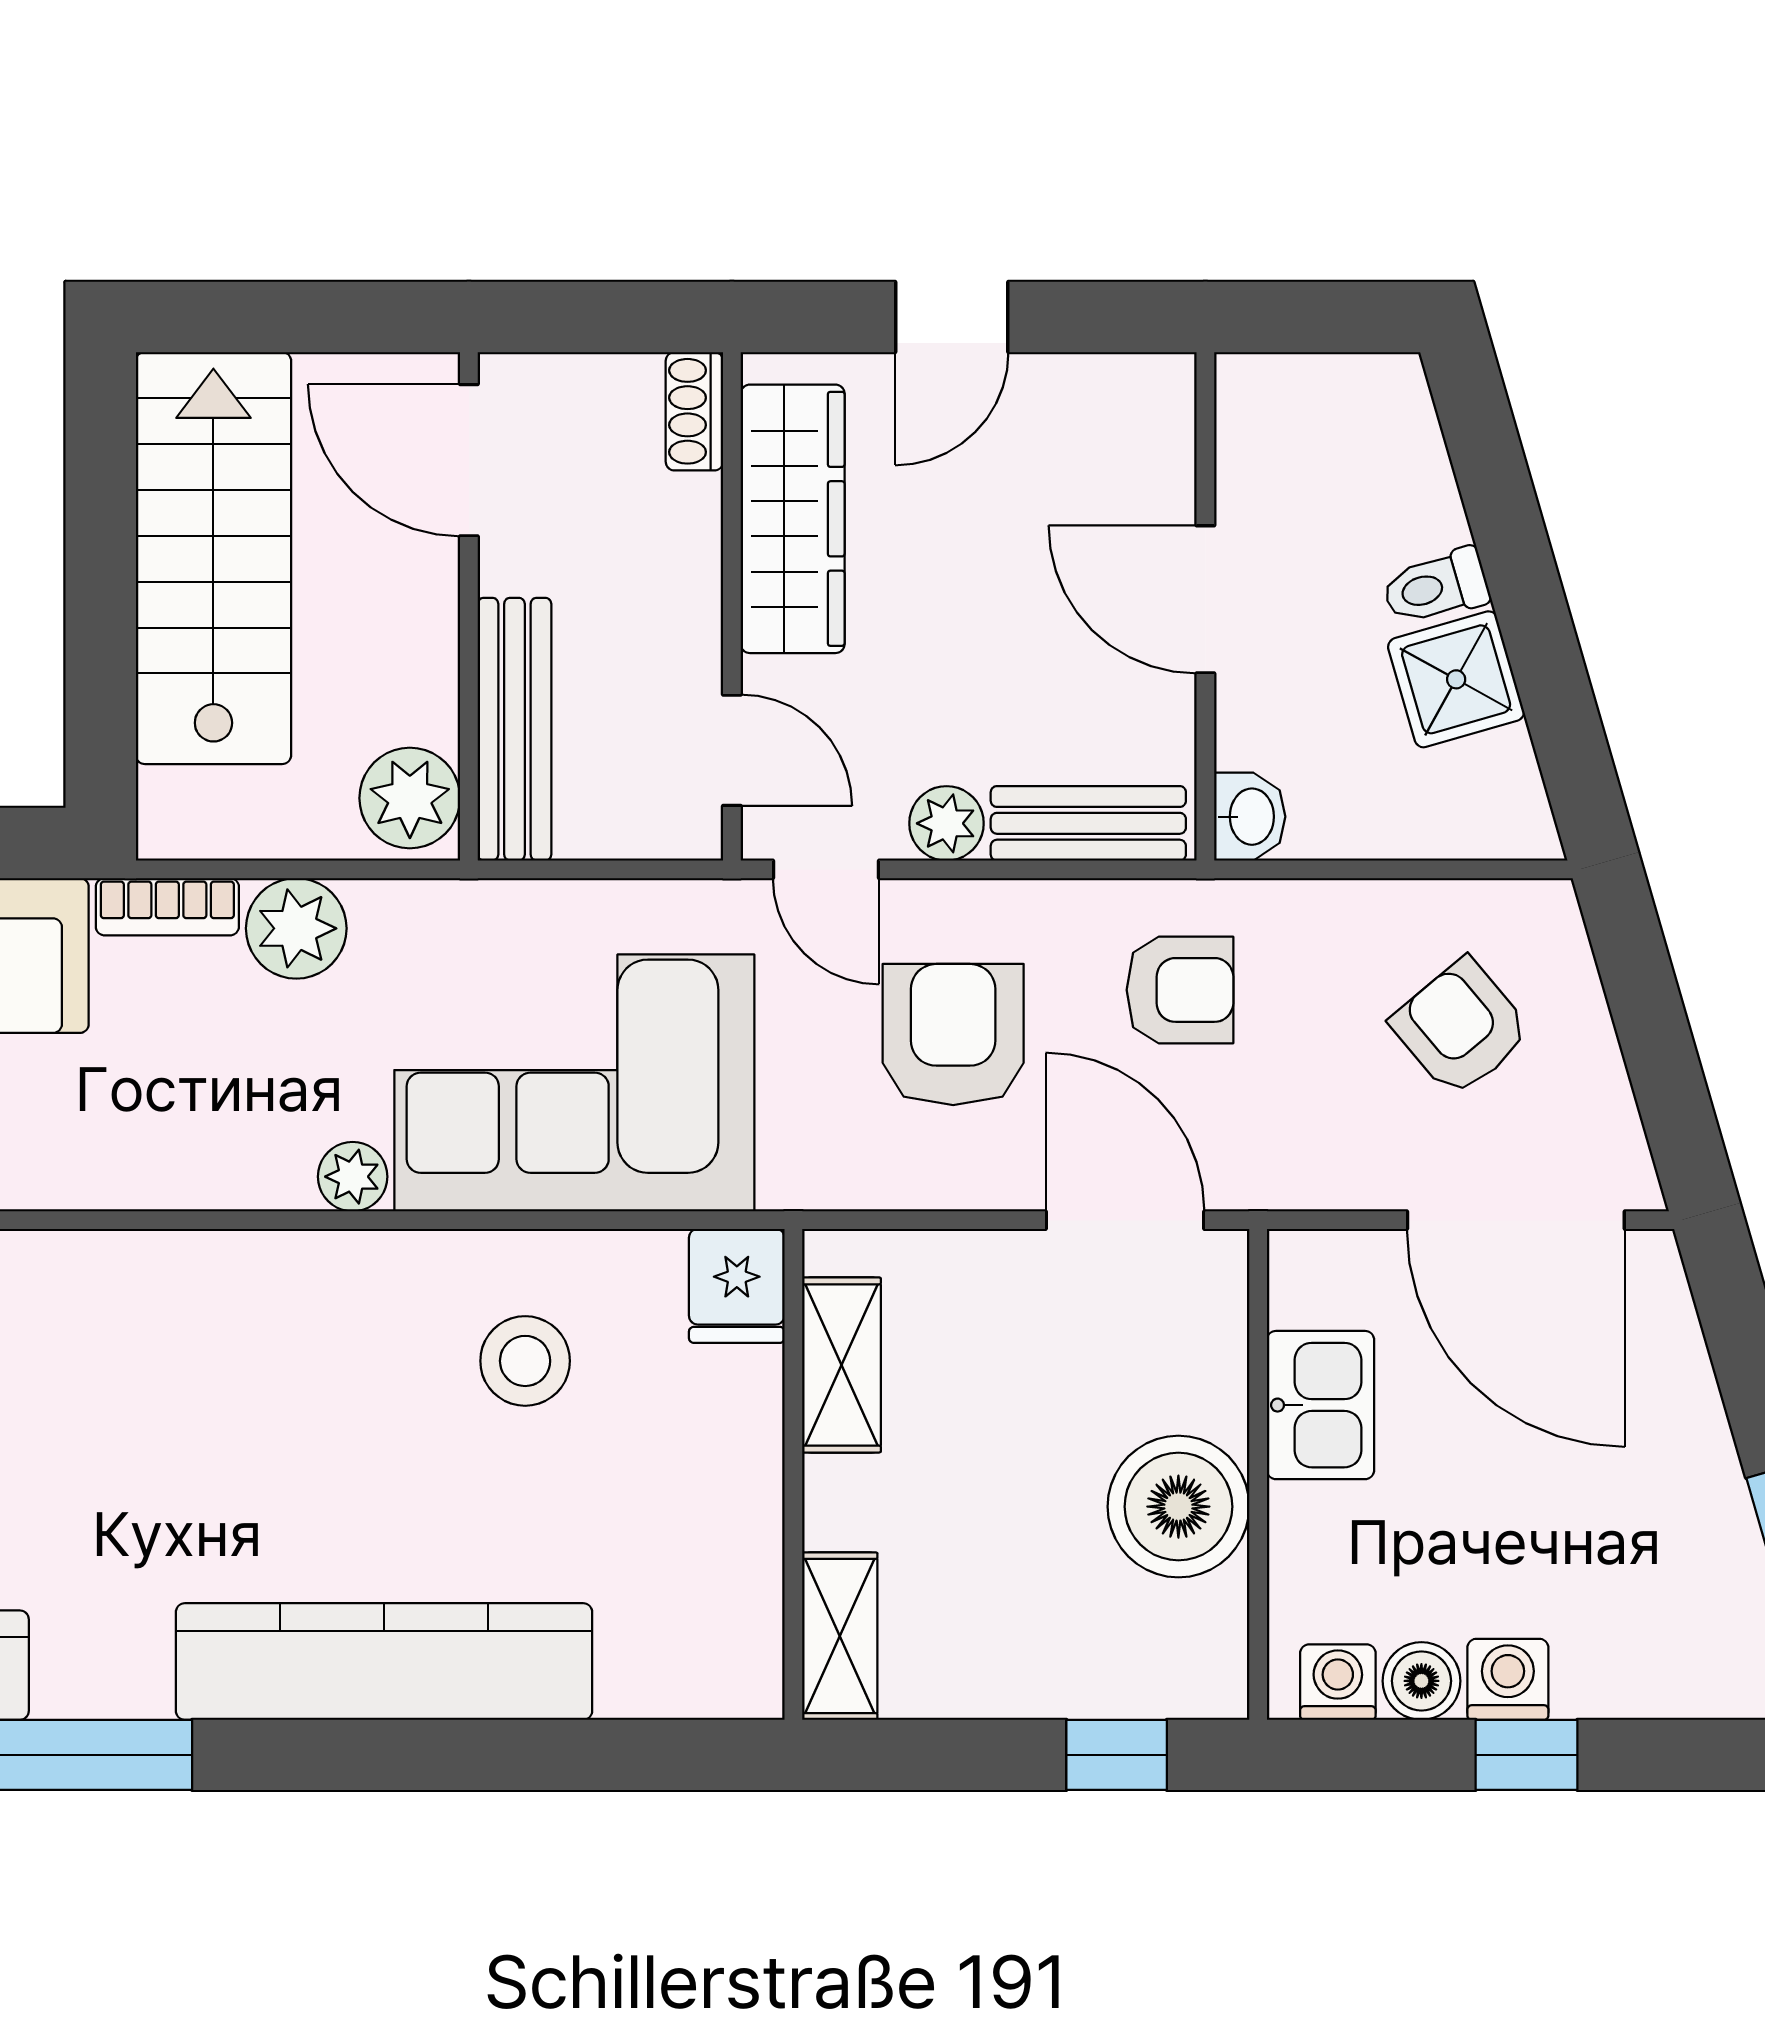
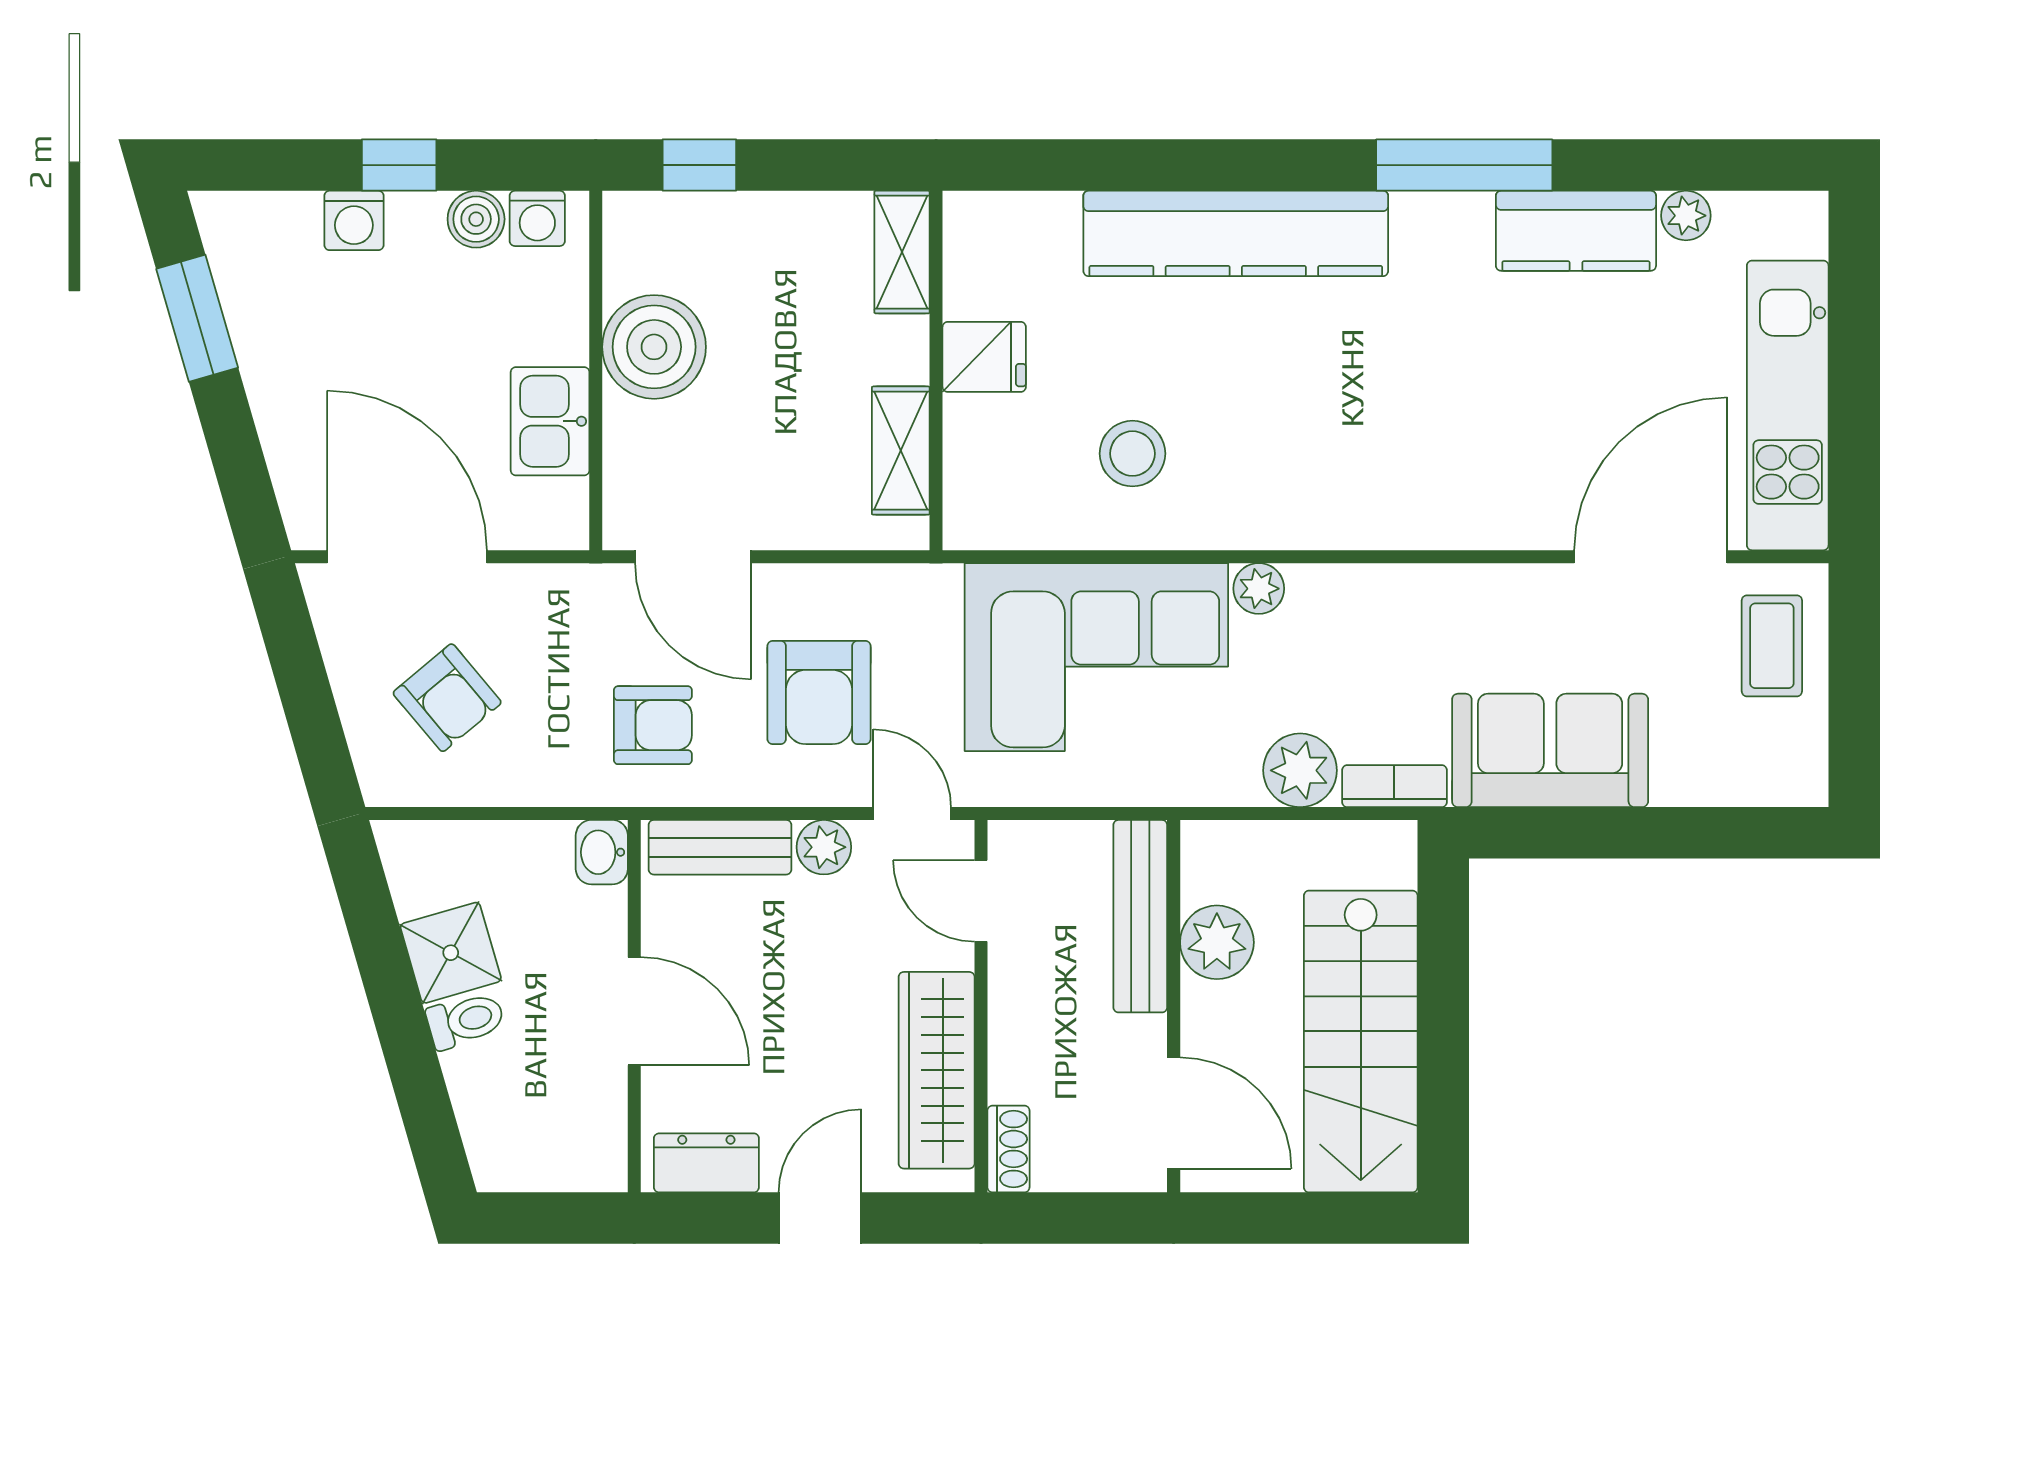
dresser: (1107, 392) -> (706, 1163), added
plant: (410, 798) -> (1217, 942), moved
armchair: (1180, 990) -> (653, 725), turned 180
fridge: (737, 1286) -> (984, 357), moved, turned 90
washing machine: (1508, 1679) -> (354, 220), moved

